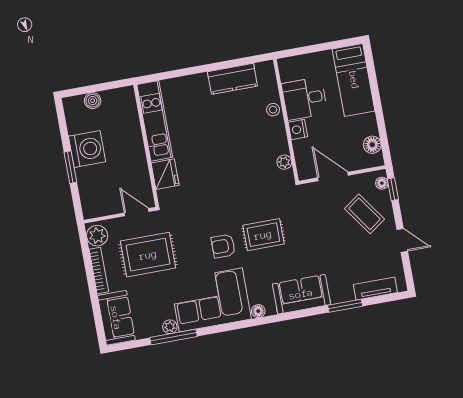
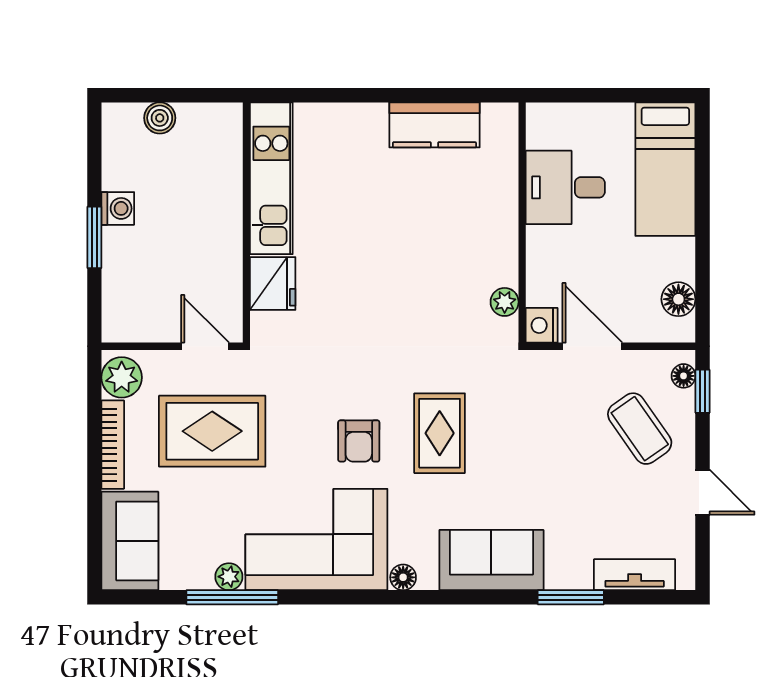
stool: (273, 110) -> (501, 198), removed
nightstand: (298, 130) -> (542, 325), moved
washing machine: (87, 149) -> (118, 208), width x0.53, depth x0.53
rug: (263, 235) -> (440, 433), turned 90
armchair: (223, 246) -> (359, 441), turned -90

